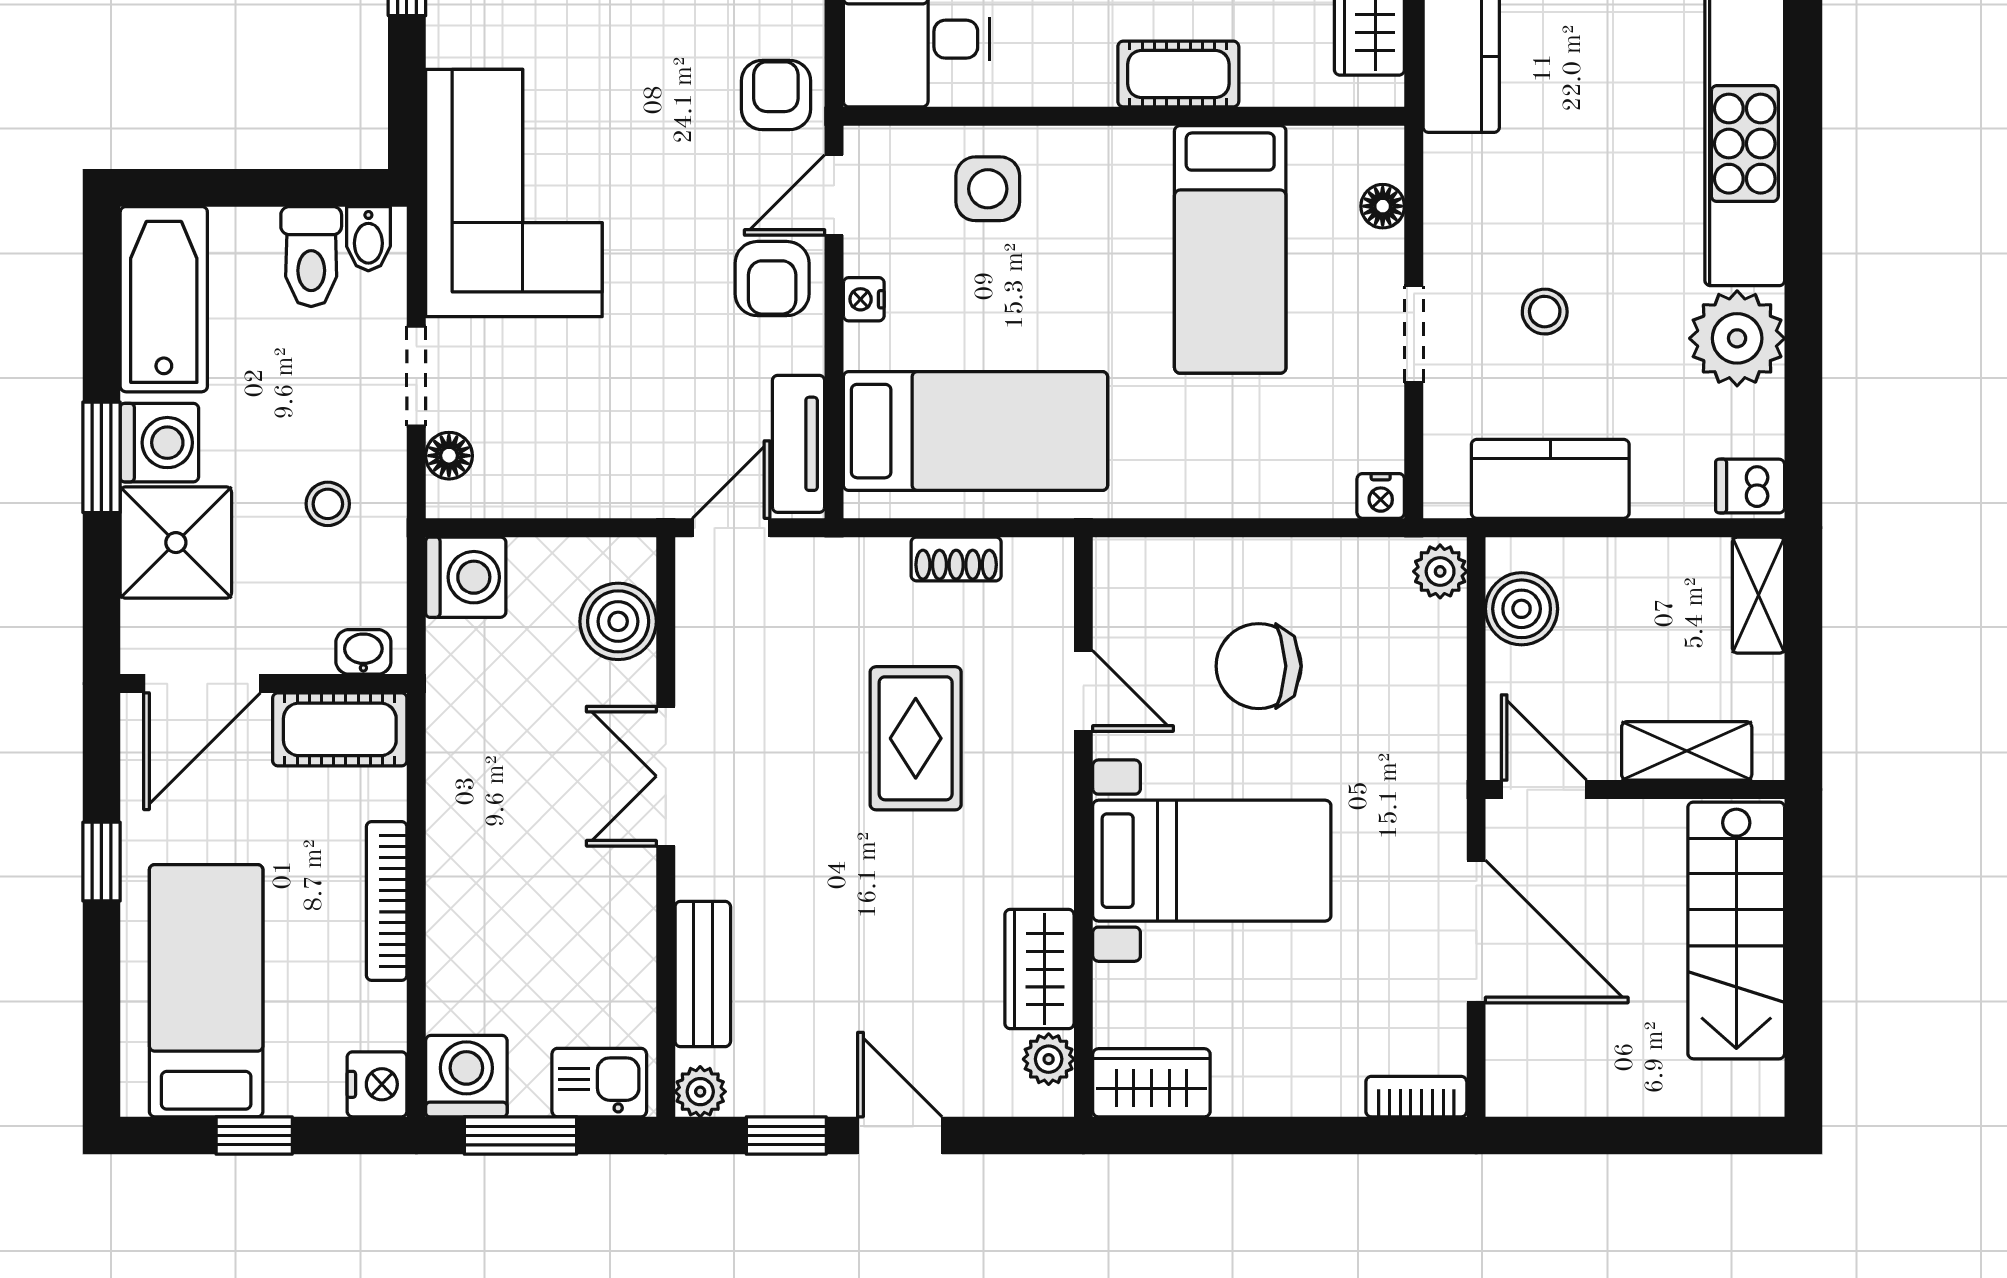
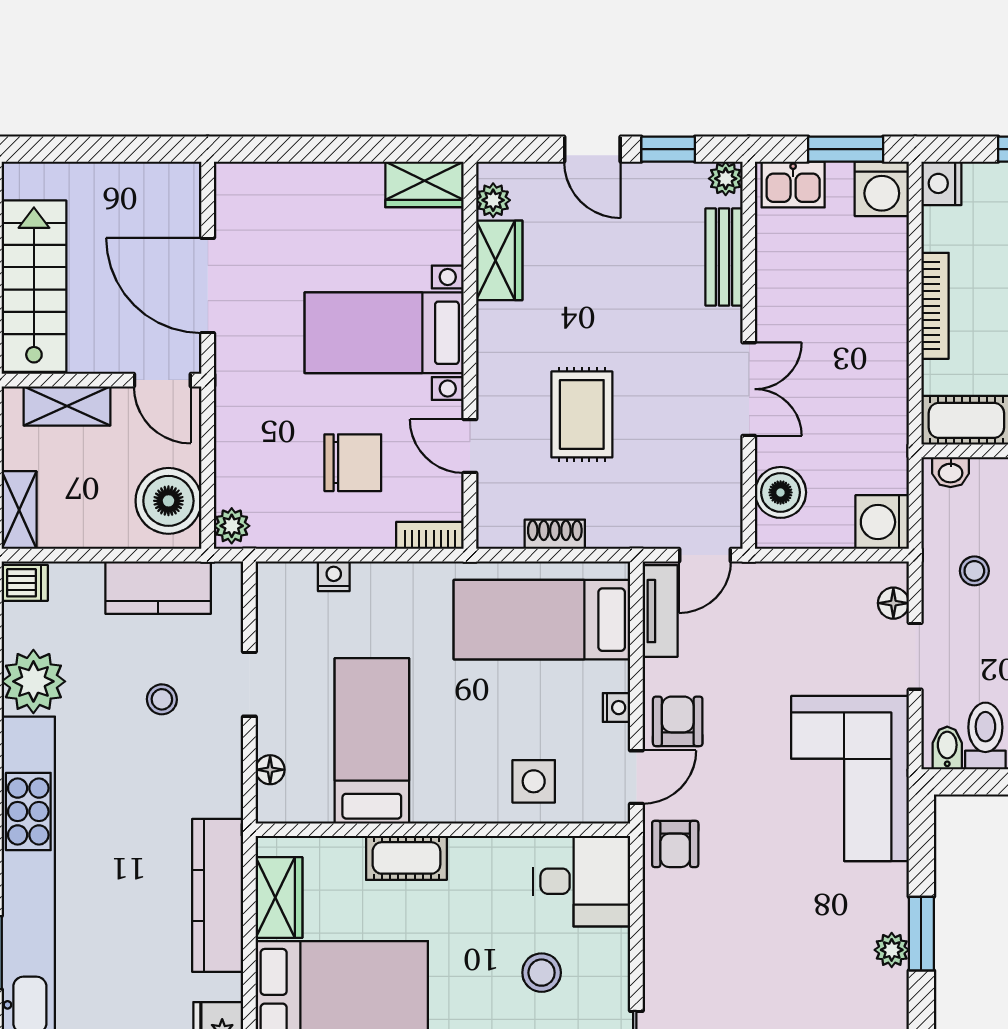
nightstand: (1381, 496) -> (334, 576), moved
boiler: (1522, 609) -> (168, 501), width x1.37, depth x1.37
bookcase: (1416, 1097) -> (430, 535), moved, turned 180

